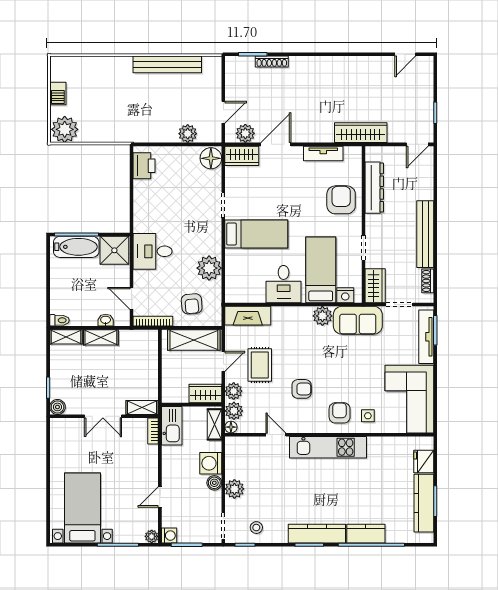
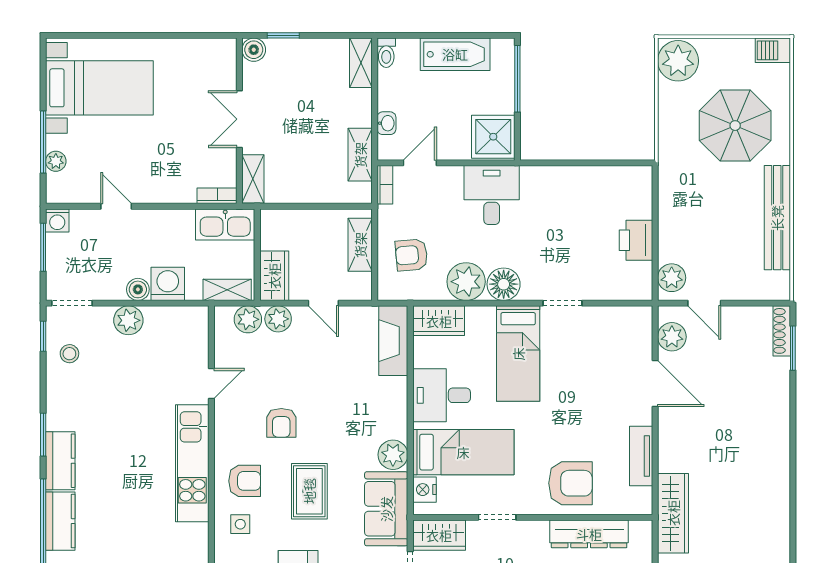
shoe rack: (272, 62) -> (782, 331), moved
parasol: (107, 92) -> (735, 126), added
barbecue: (58, 94) -> (773, 50), moved
plant: (188, 134) -> (672, 278), moved
wardrobe: (242, 156) -> (439, 321), moved, turned -90
floor lamp: (211, 158) -> (504, 284), moved
printer: (144, 166) -> (636, 240), moved, turned 90
bathtub: (76, 247) -> (455, 54), moved, turned -90
bookcase: (153, 321) -> (385, 185), width x0.64
shelving: (101, 337) -> (360, 155), moved
shelving: (194, 340) -> (360, 245), width x0.67, depth x0.75
rug: (260, 365) -> (309, 491), moved, turned 90
floor lamp: (231, 427) -> (223, 315), removed
kitchen counter: (317, 534) -> (60, 461), width x0.67
plant: (152, 536) -> (56, 161), moved

